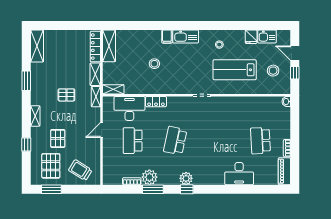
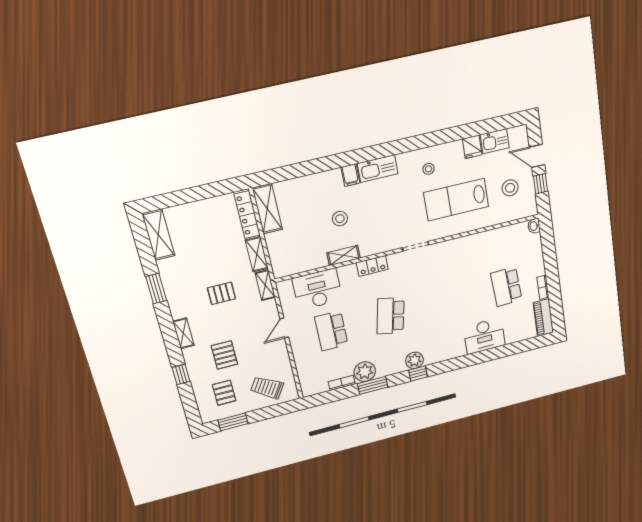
shelving: (113, 89) -> (343, 255), moved
locker: (156, 102) -> (372, 266), moved
pallet: (51, 166) -> (224, 393), width x0.67, depth x0.71

